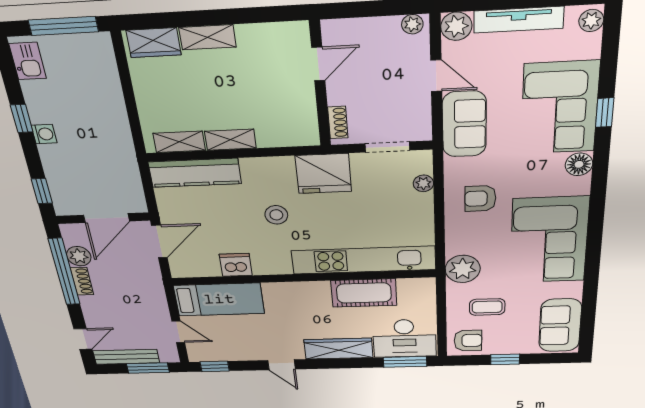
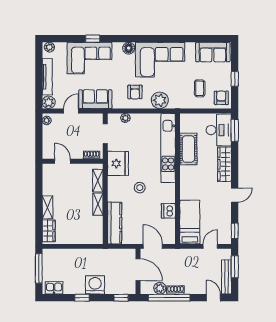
washing machine: (44, 134) -> (95, 285), width x1.89, depth x1.89
shelving: (179, 142) -> (98, 181), moved
floor lamp: (579, 164) -> (129, 48), moved
plant: (463, 269) -> (160, 100), moved

